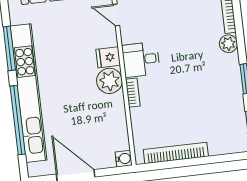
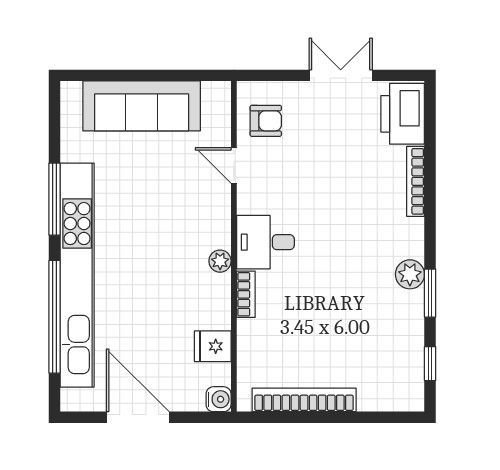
plant: (228, 44) -> (410, 274), moved
fridge: (108, 57) -> (213, 346), moved
plant: (109, 81) -> (220, 261), width x0.53, depth x0.53

